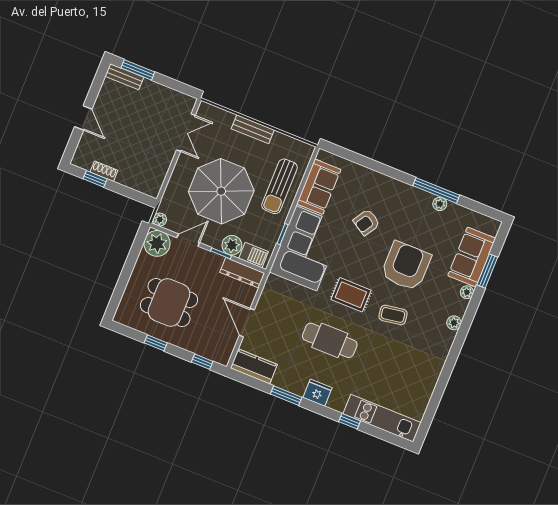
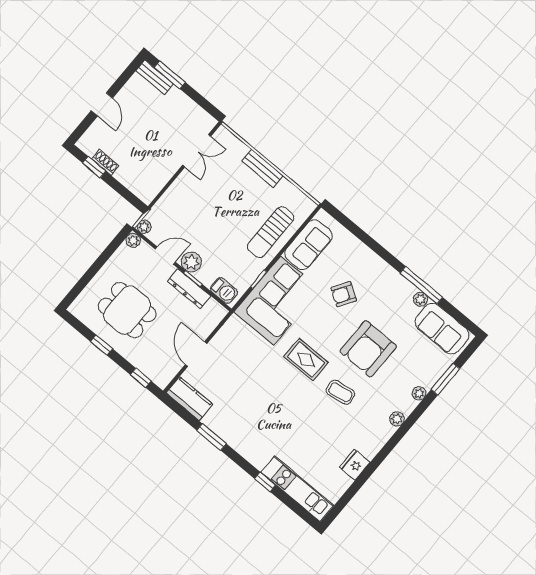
parasol: (221, 191) -> (213, 218), removed
plant: (157, 243) -> (133, 240), width x0.53, depth x0.53
plant: (232, 245) -> (191, 262), moved
sofa: (472, 257) -> (442, 329), moved, turned -90
armchair: (406, 266) -> (368, 349), turned 180
dresser: (242, 273) -> (189, 289), moved
cafe table: (330, 340) -> (271, 397), removed
fridge: (318, 393) -> (355, 465), moved, turned -90

